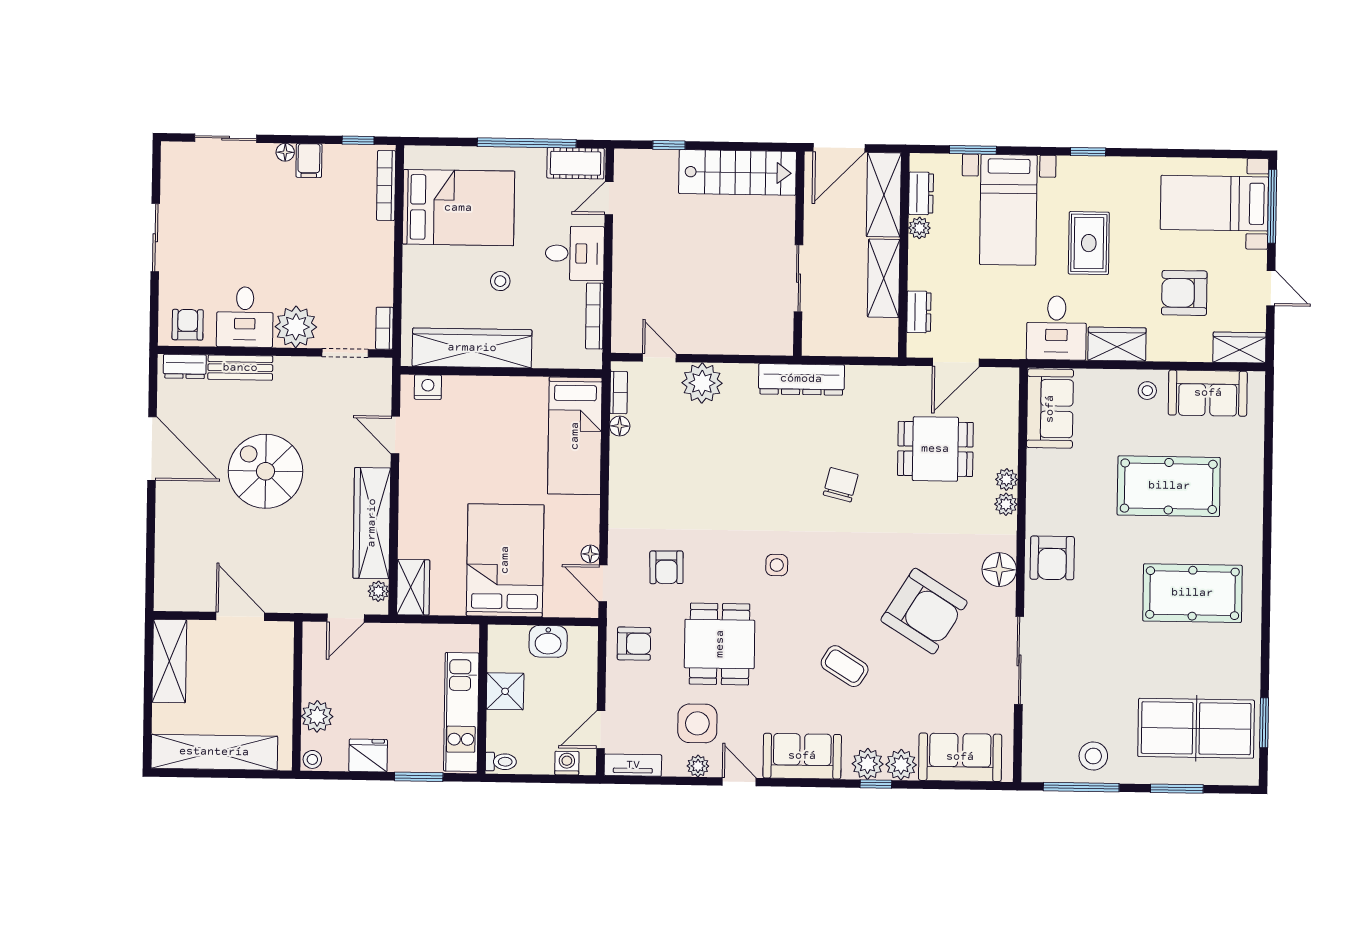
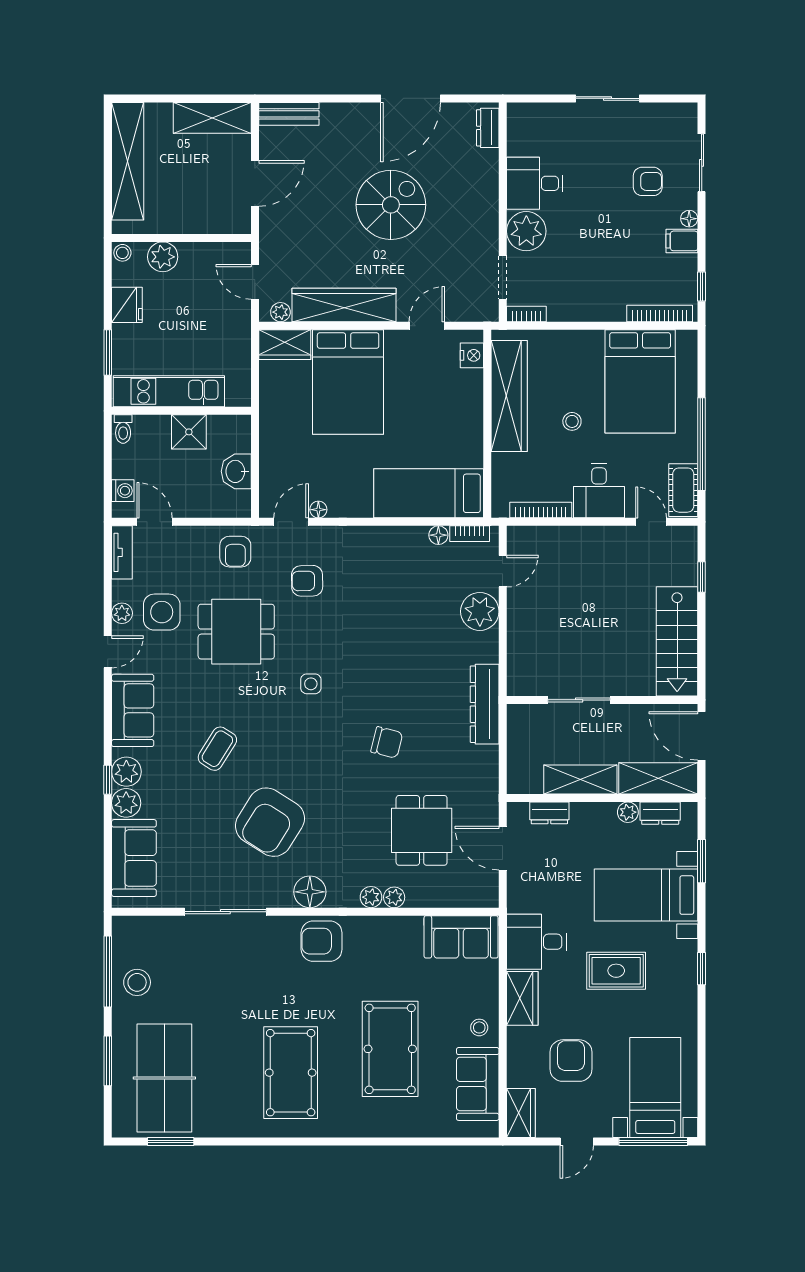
armchair: (188, 325) -> (648, 181), moved
bench: (240, 368) -> (289, 114), moved, turned 90
bed: (505, 560) -> (348, 382), moved, turned 90

